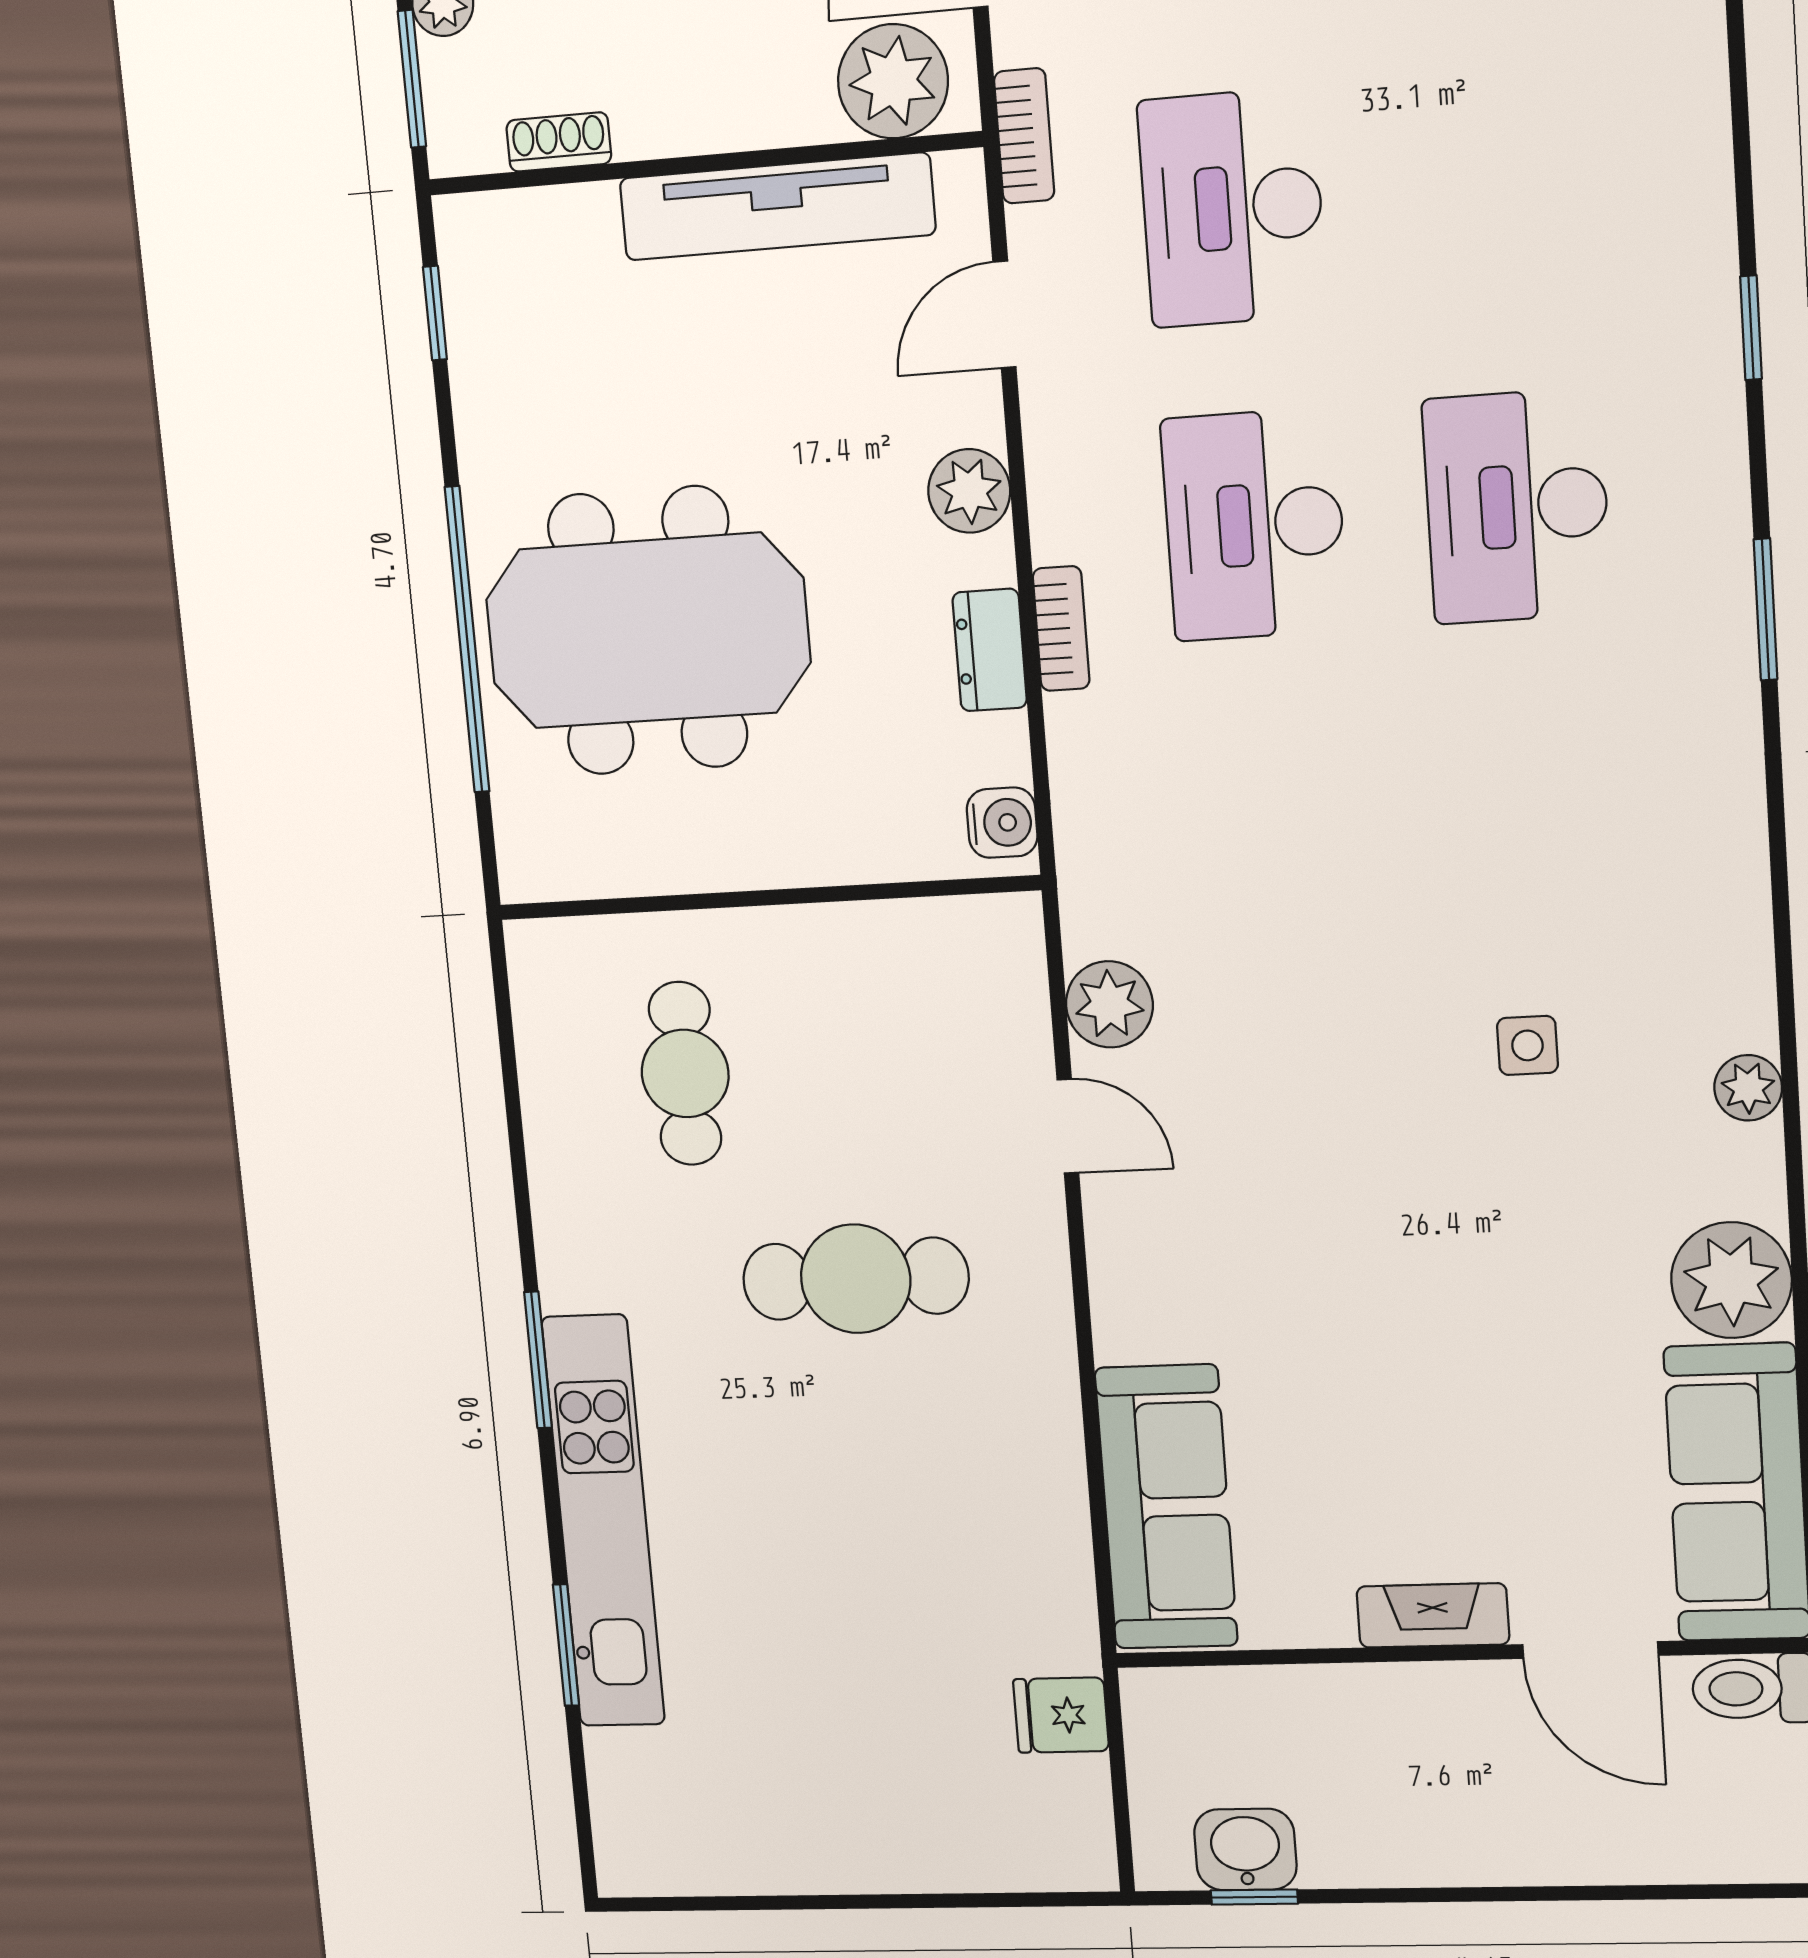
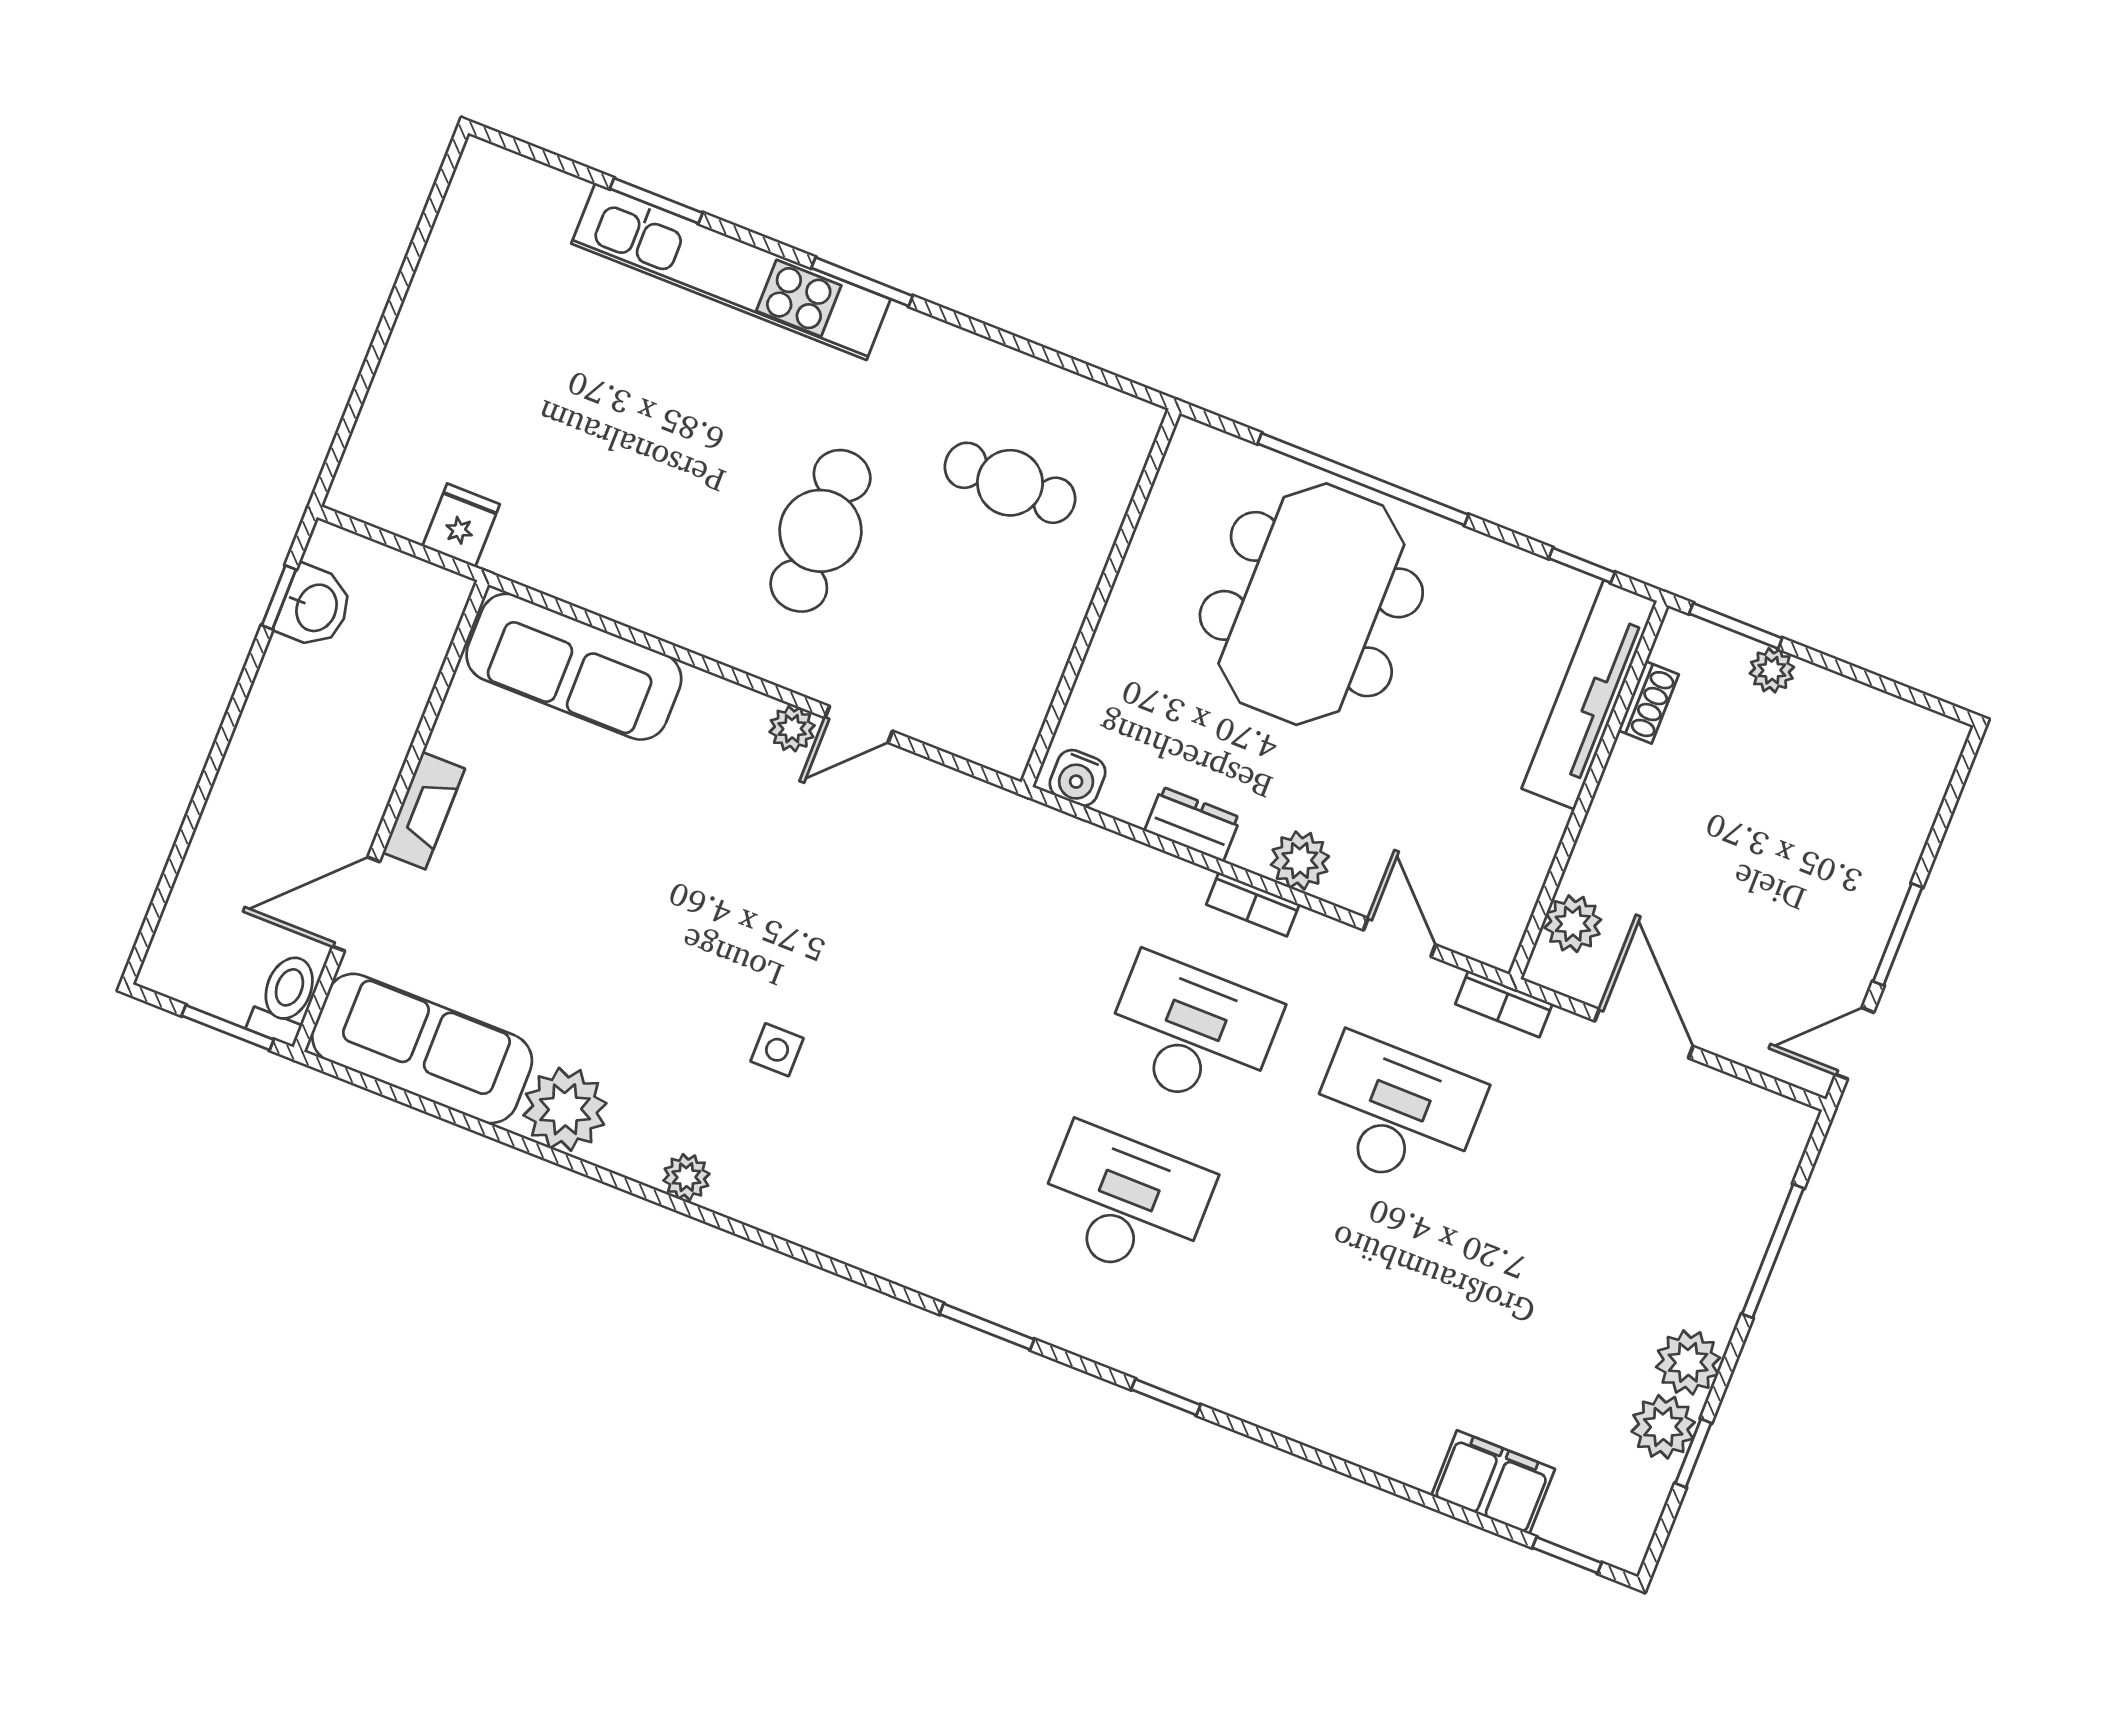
plant: (893, 81) -> (1573, 924), width x0.73, depth x0.73
tv unit: (777, 207) -> (1589, 695), moved
bookcase: (1061, 629) -> (1253, 904), moved
plant: (1109, 1004) -> (792, 729), moved, width x0.73, depth x0.73

